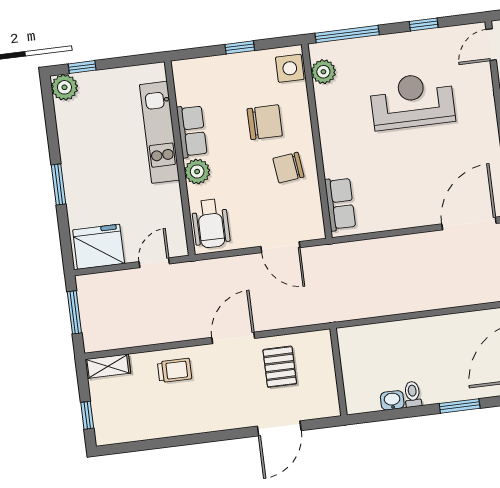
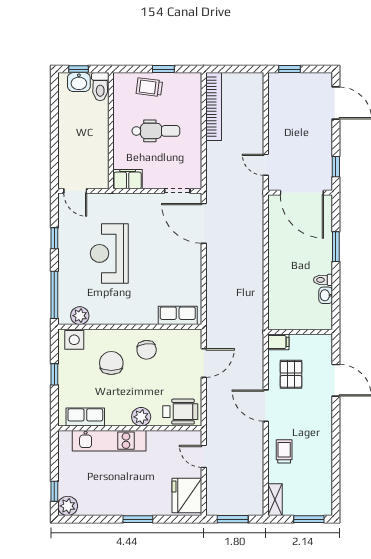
row of seats: (192, 131) -> (85, 417), moved
filing cabinet: (321, 344) -> (278, 342), added
pallet: (280, 367) -> (291, 374), turned 90
window: (87, 415) -> (309, 519), width x1.50

